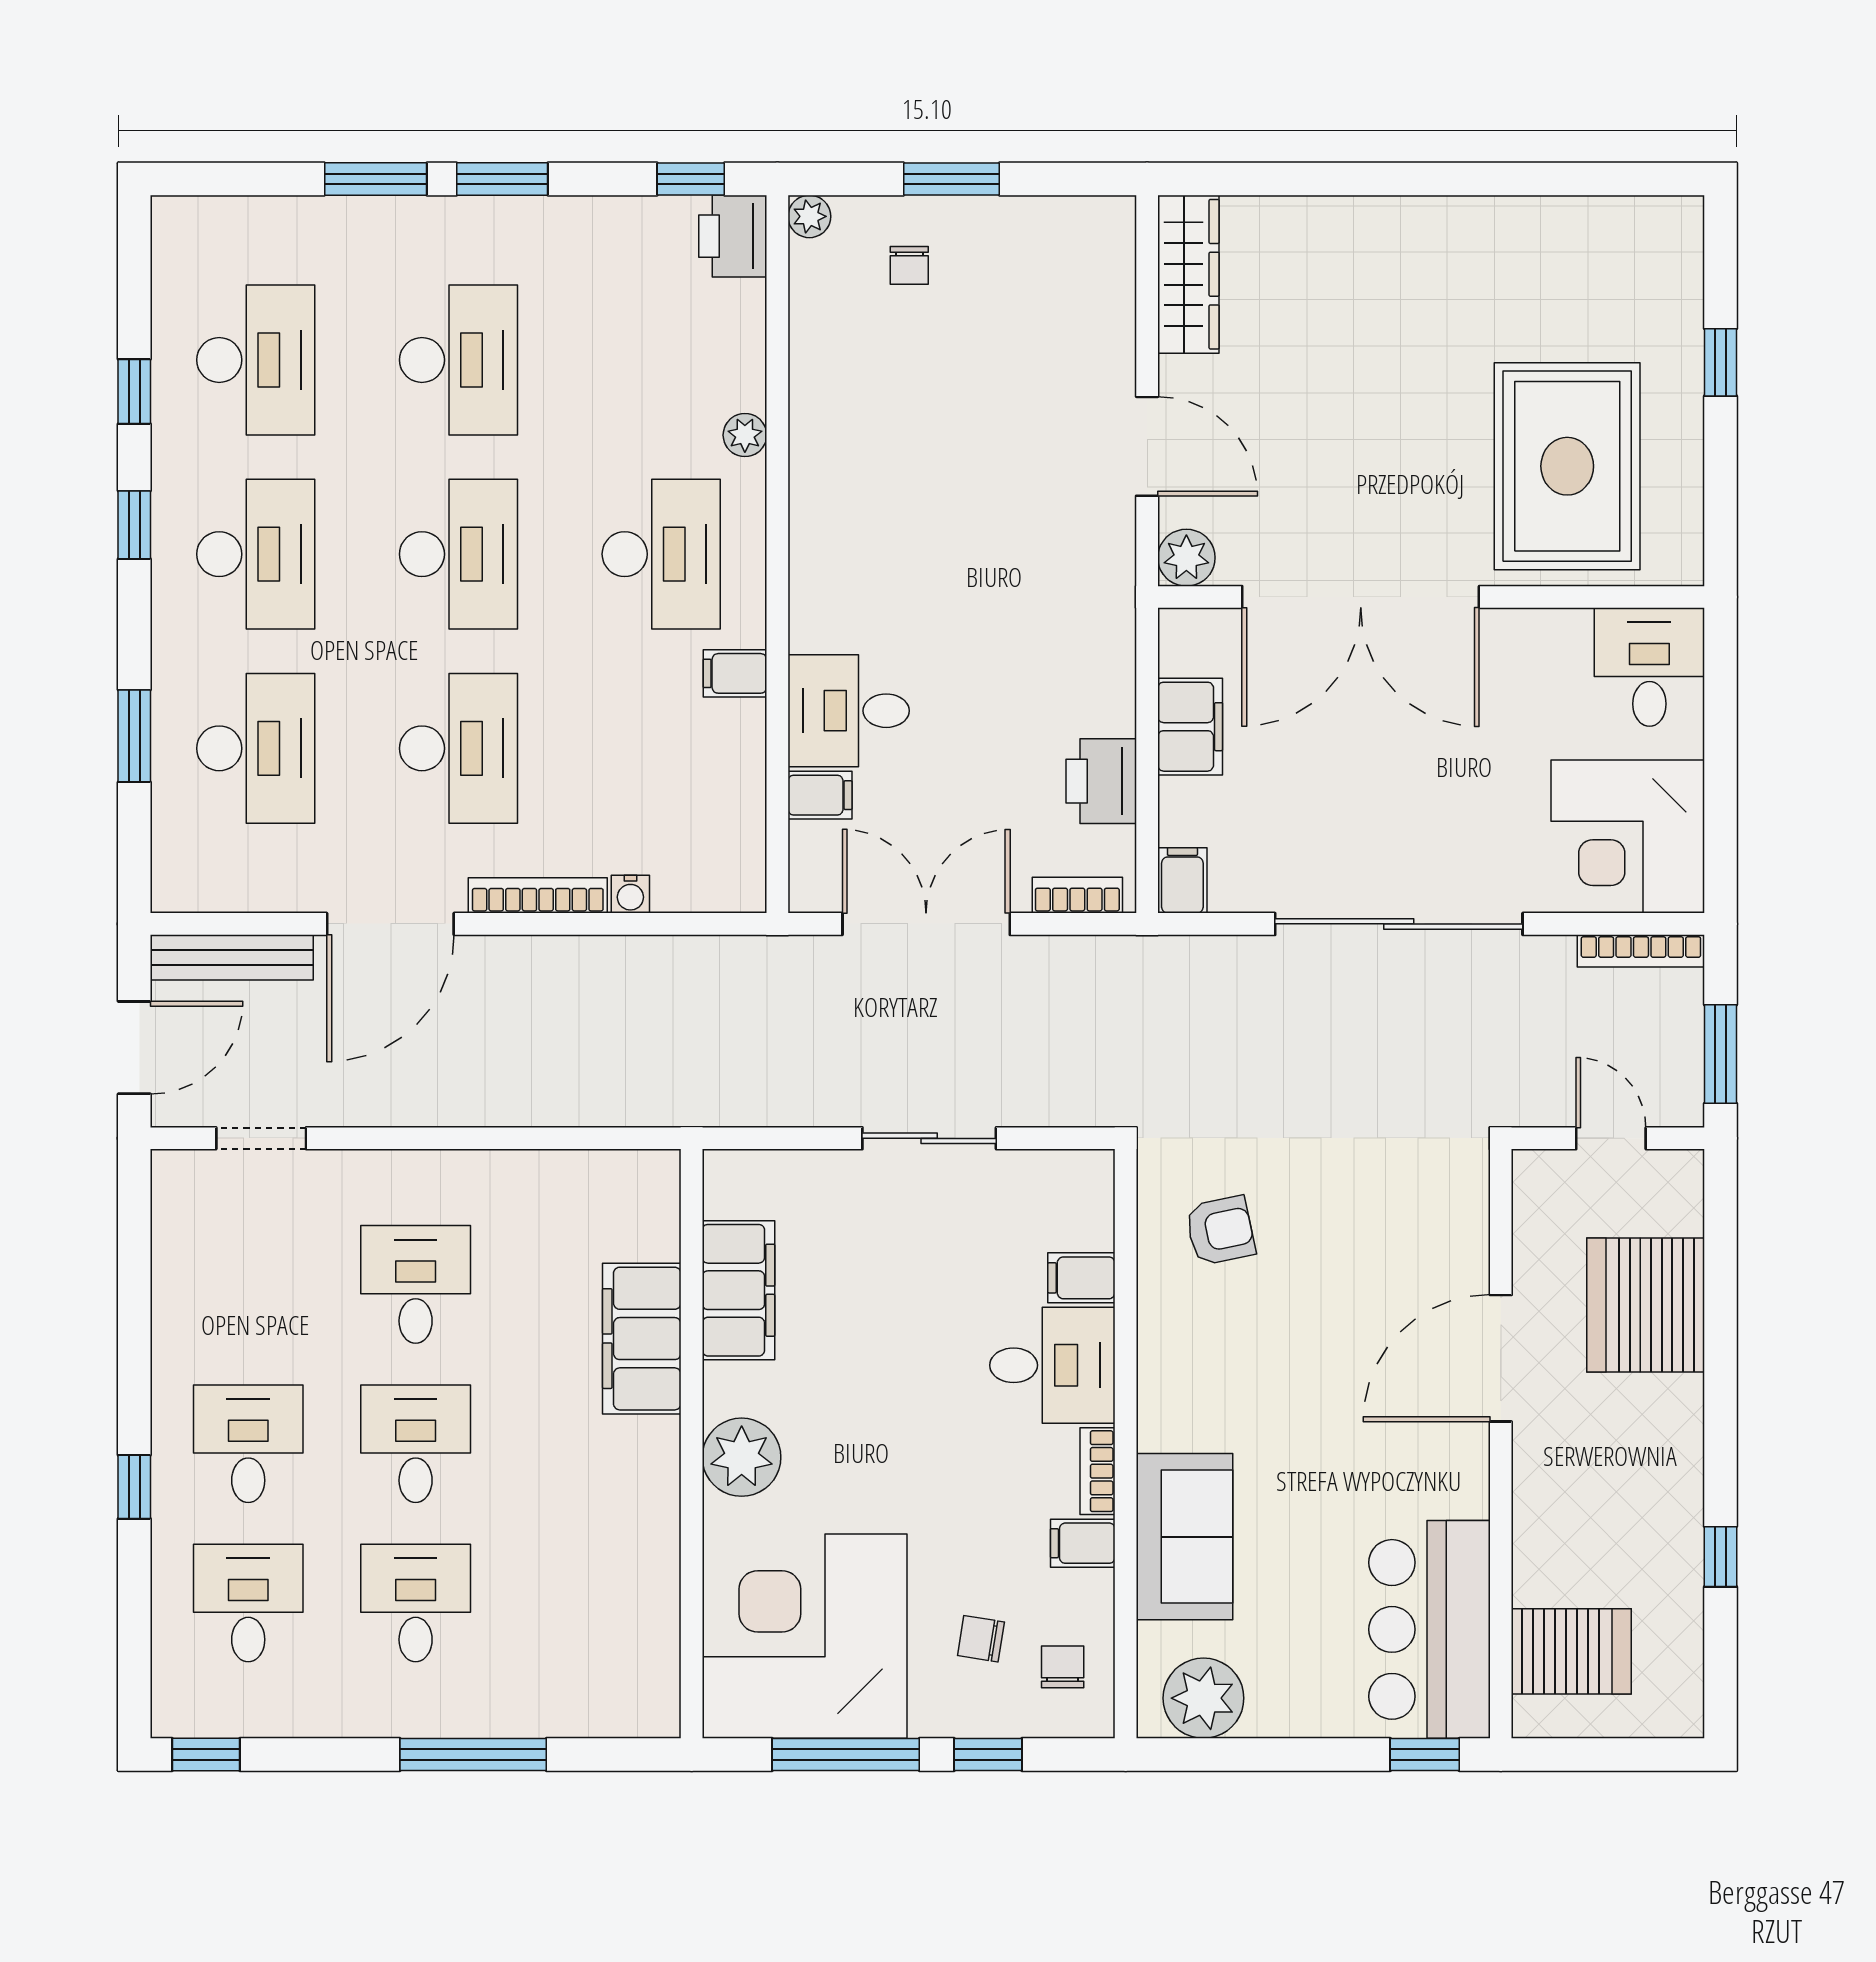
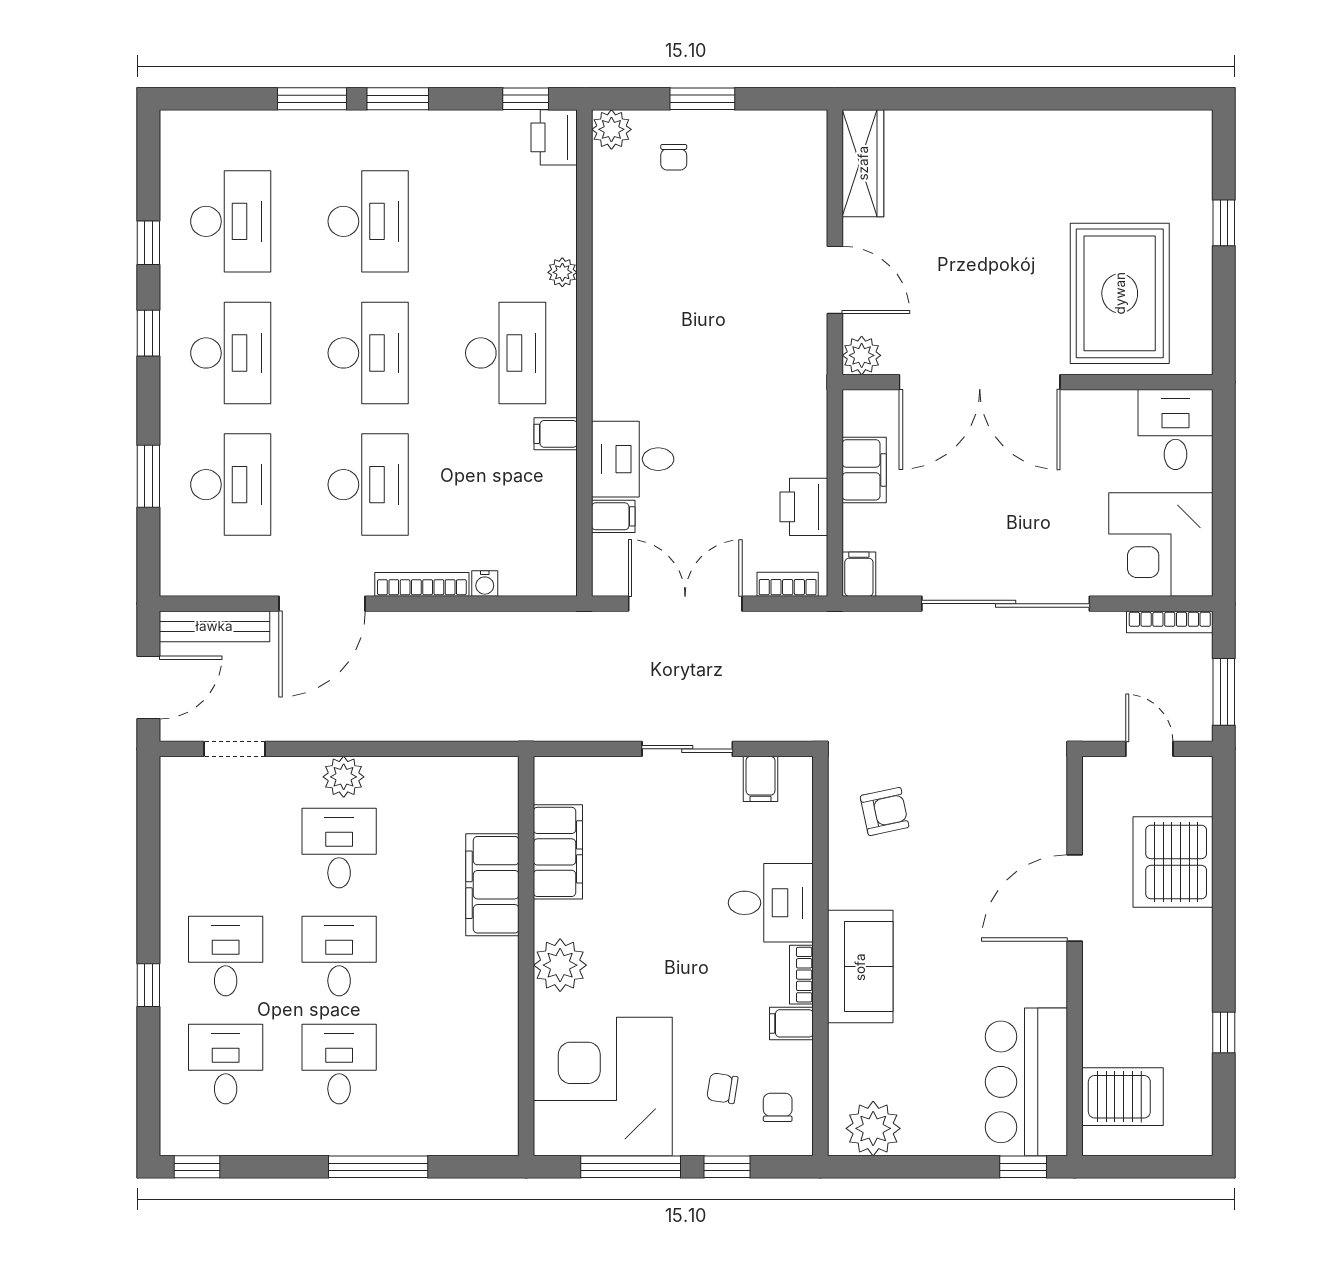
plant: (809, 216) -> (611, 129), width x1.38, depth x1.38
plant: (422, 1179) -> (344, 777), added
filing cabinet: (1081, 1278) -> (760, 779), moved, turned -90
sofa: (1185, 1537) -> (860, 967), moved

